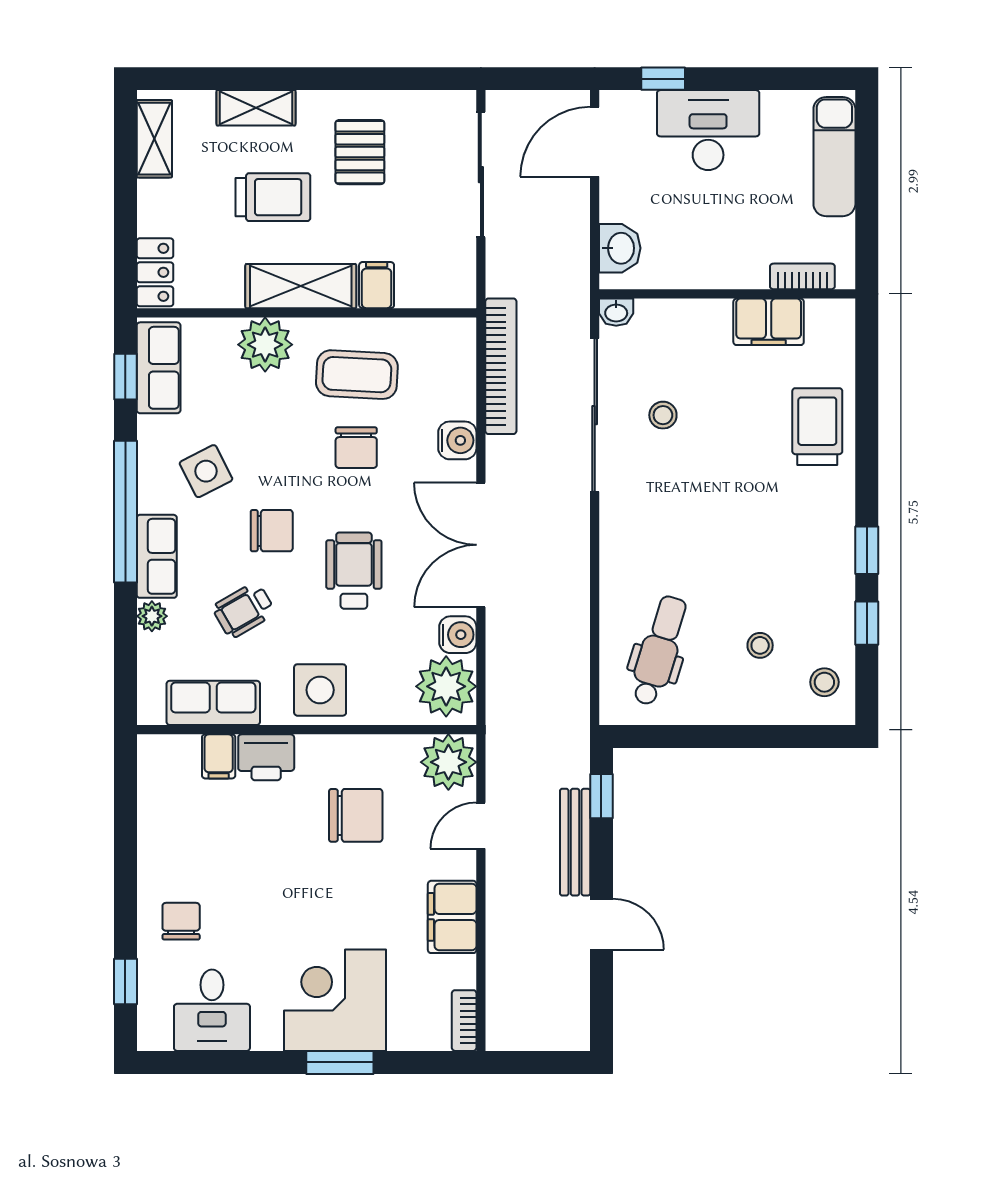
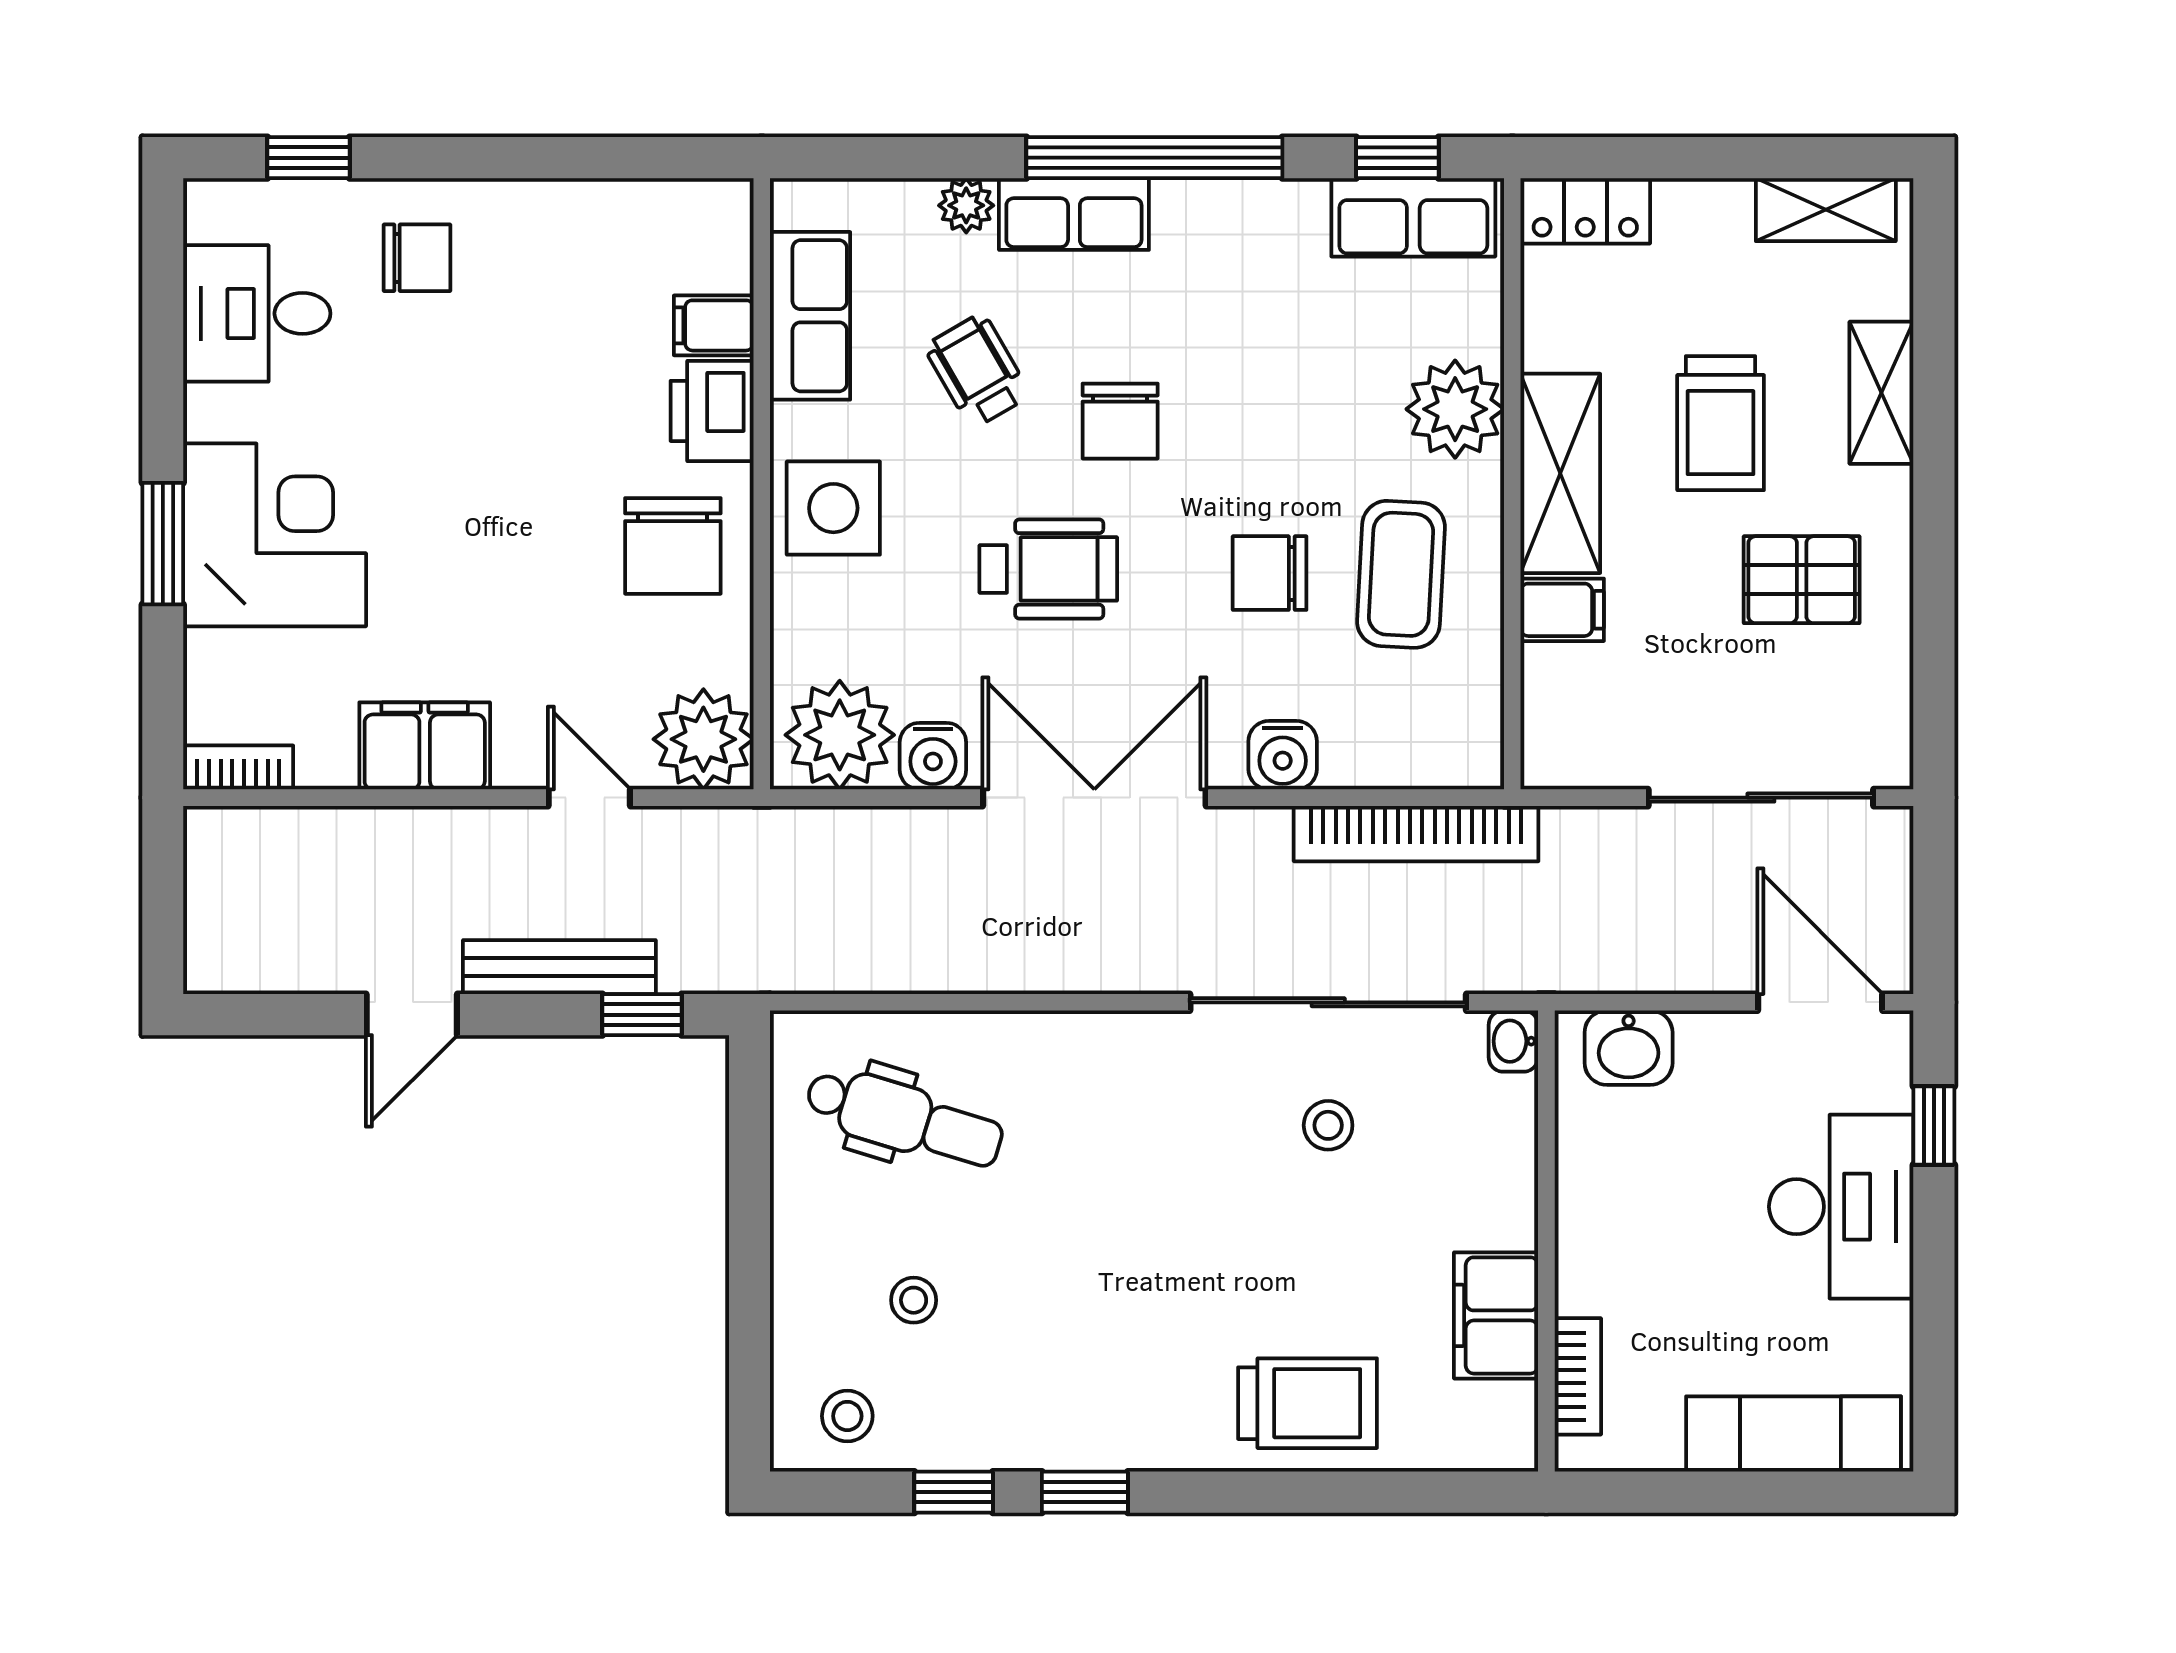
side table: (206, 471) -> (1227, 303), removed
chair: (356, 815) -> (673, 546), moved

